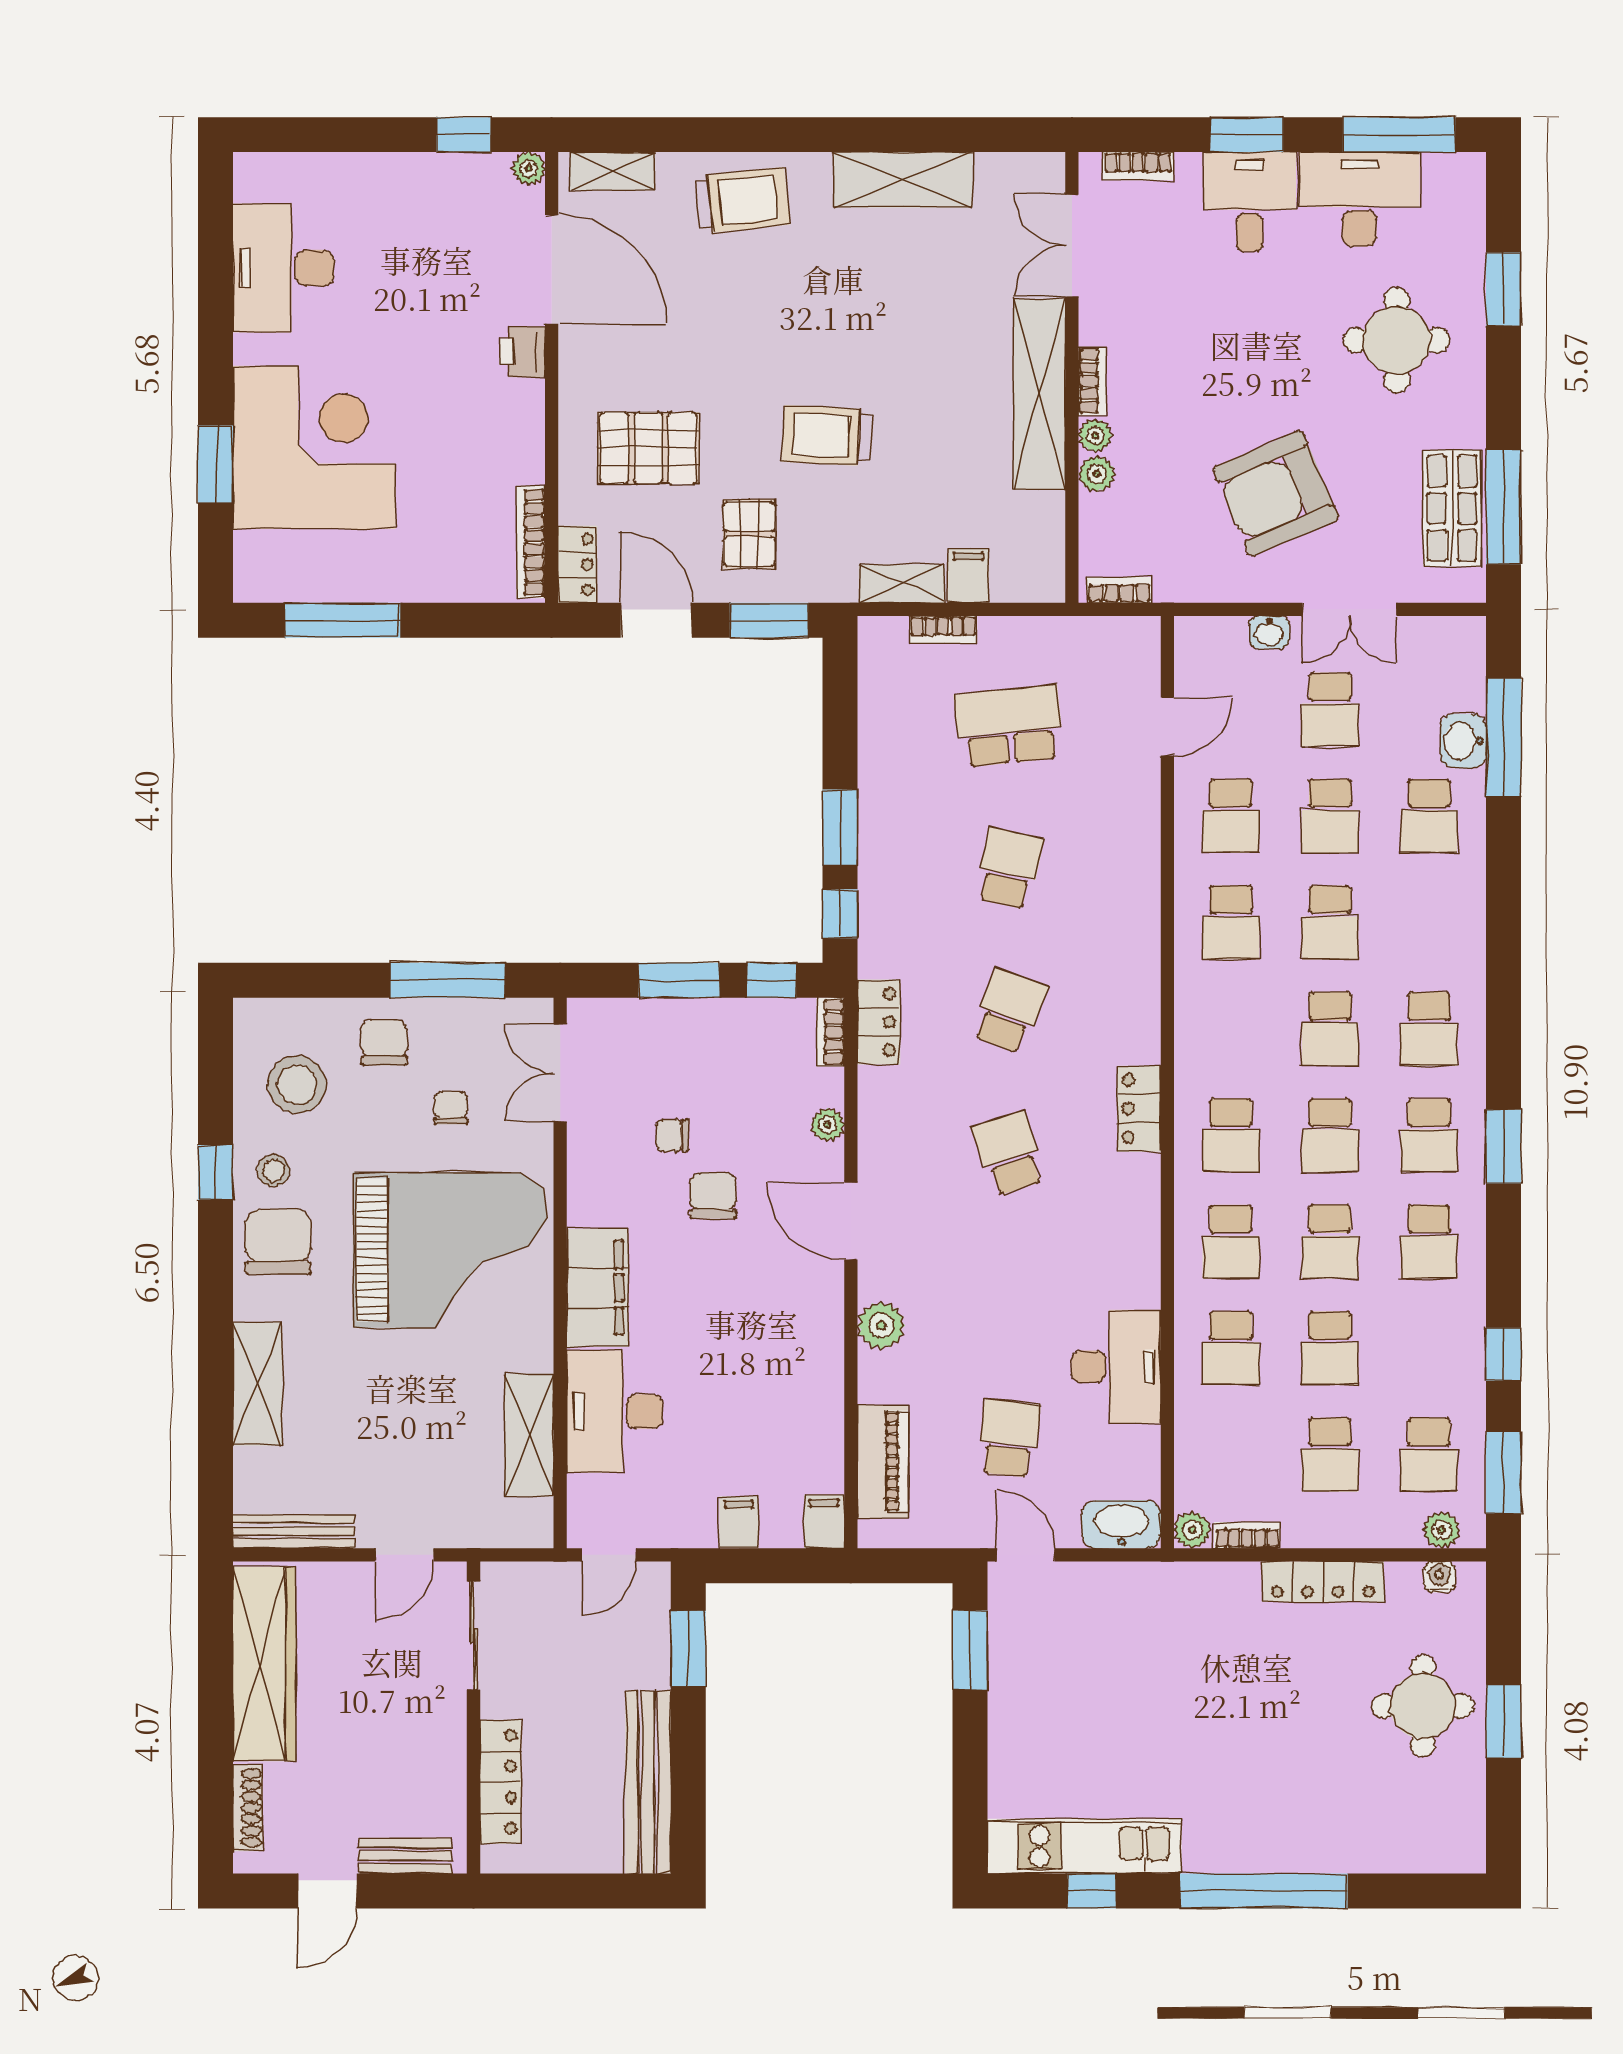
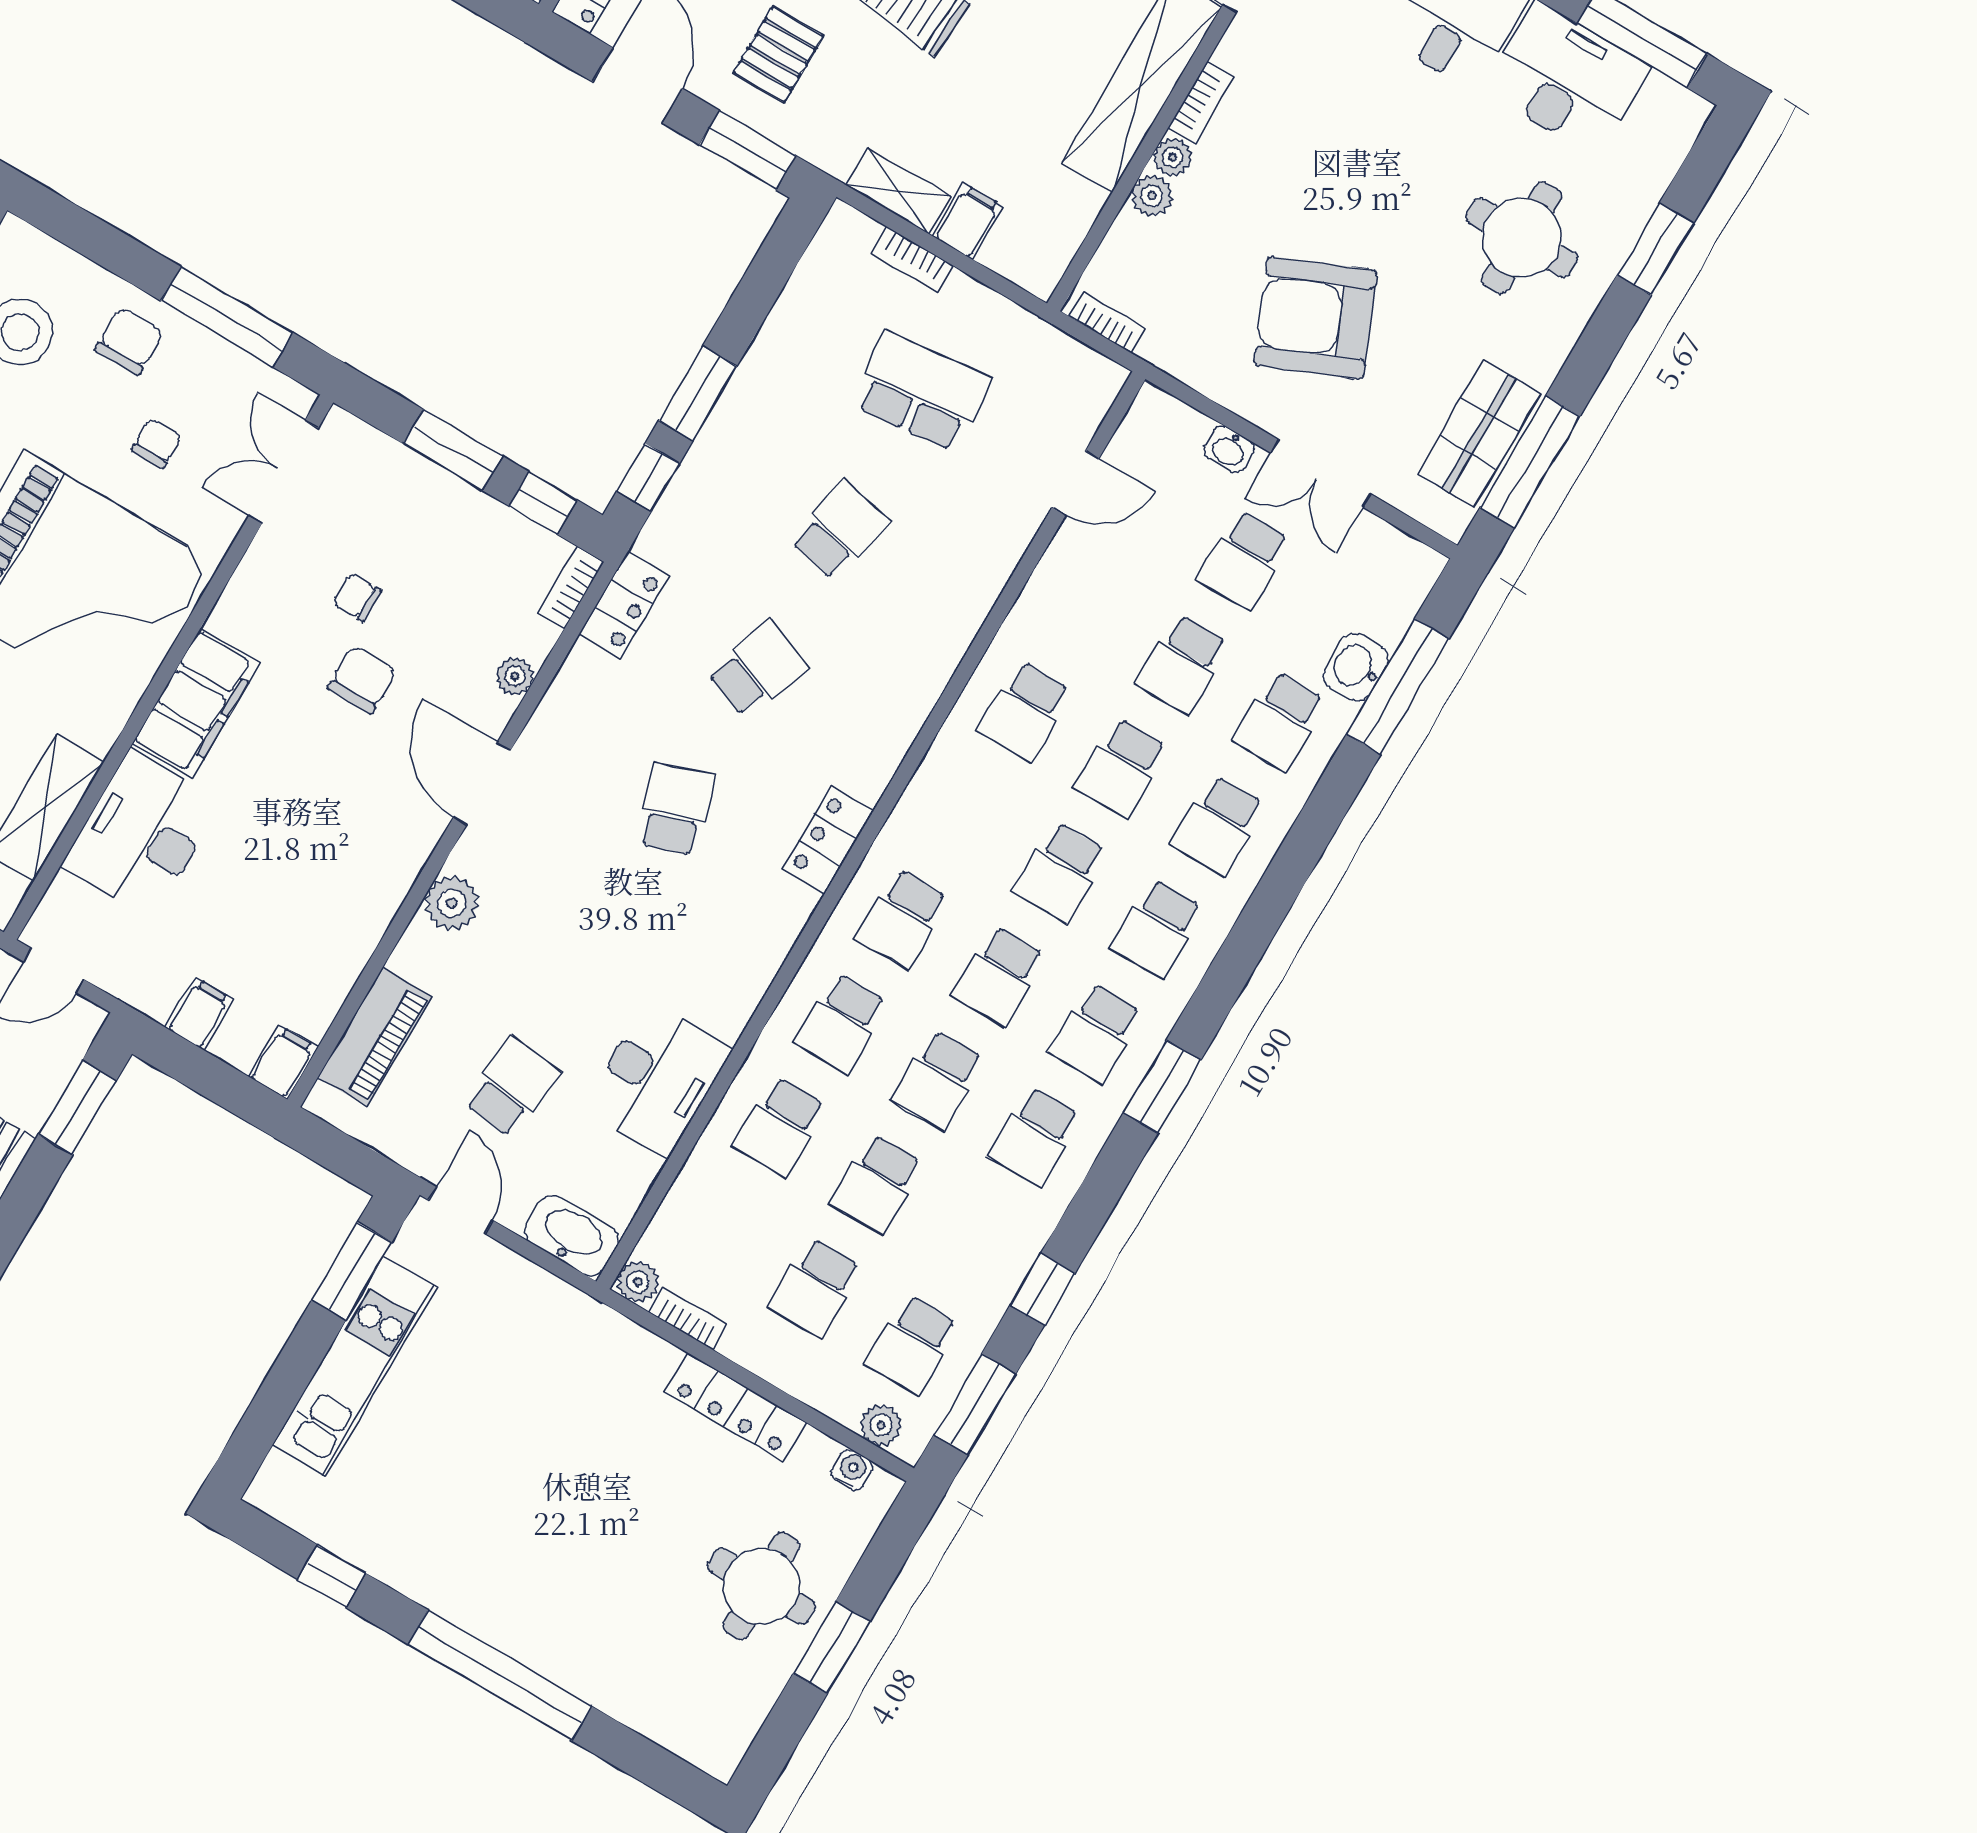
school desk: (1231, 816) -> (1218, 825), moved
kitchen unit: (1084, 1846) -> (355, 1366), moved, turned 90

